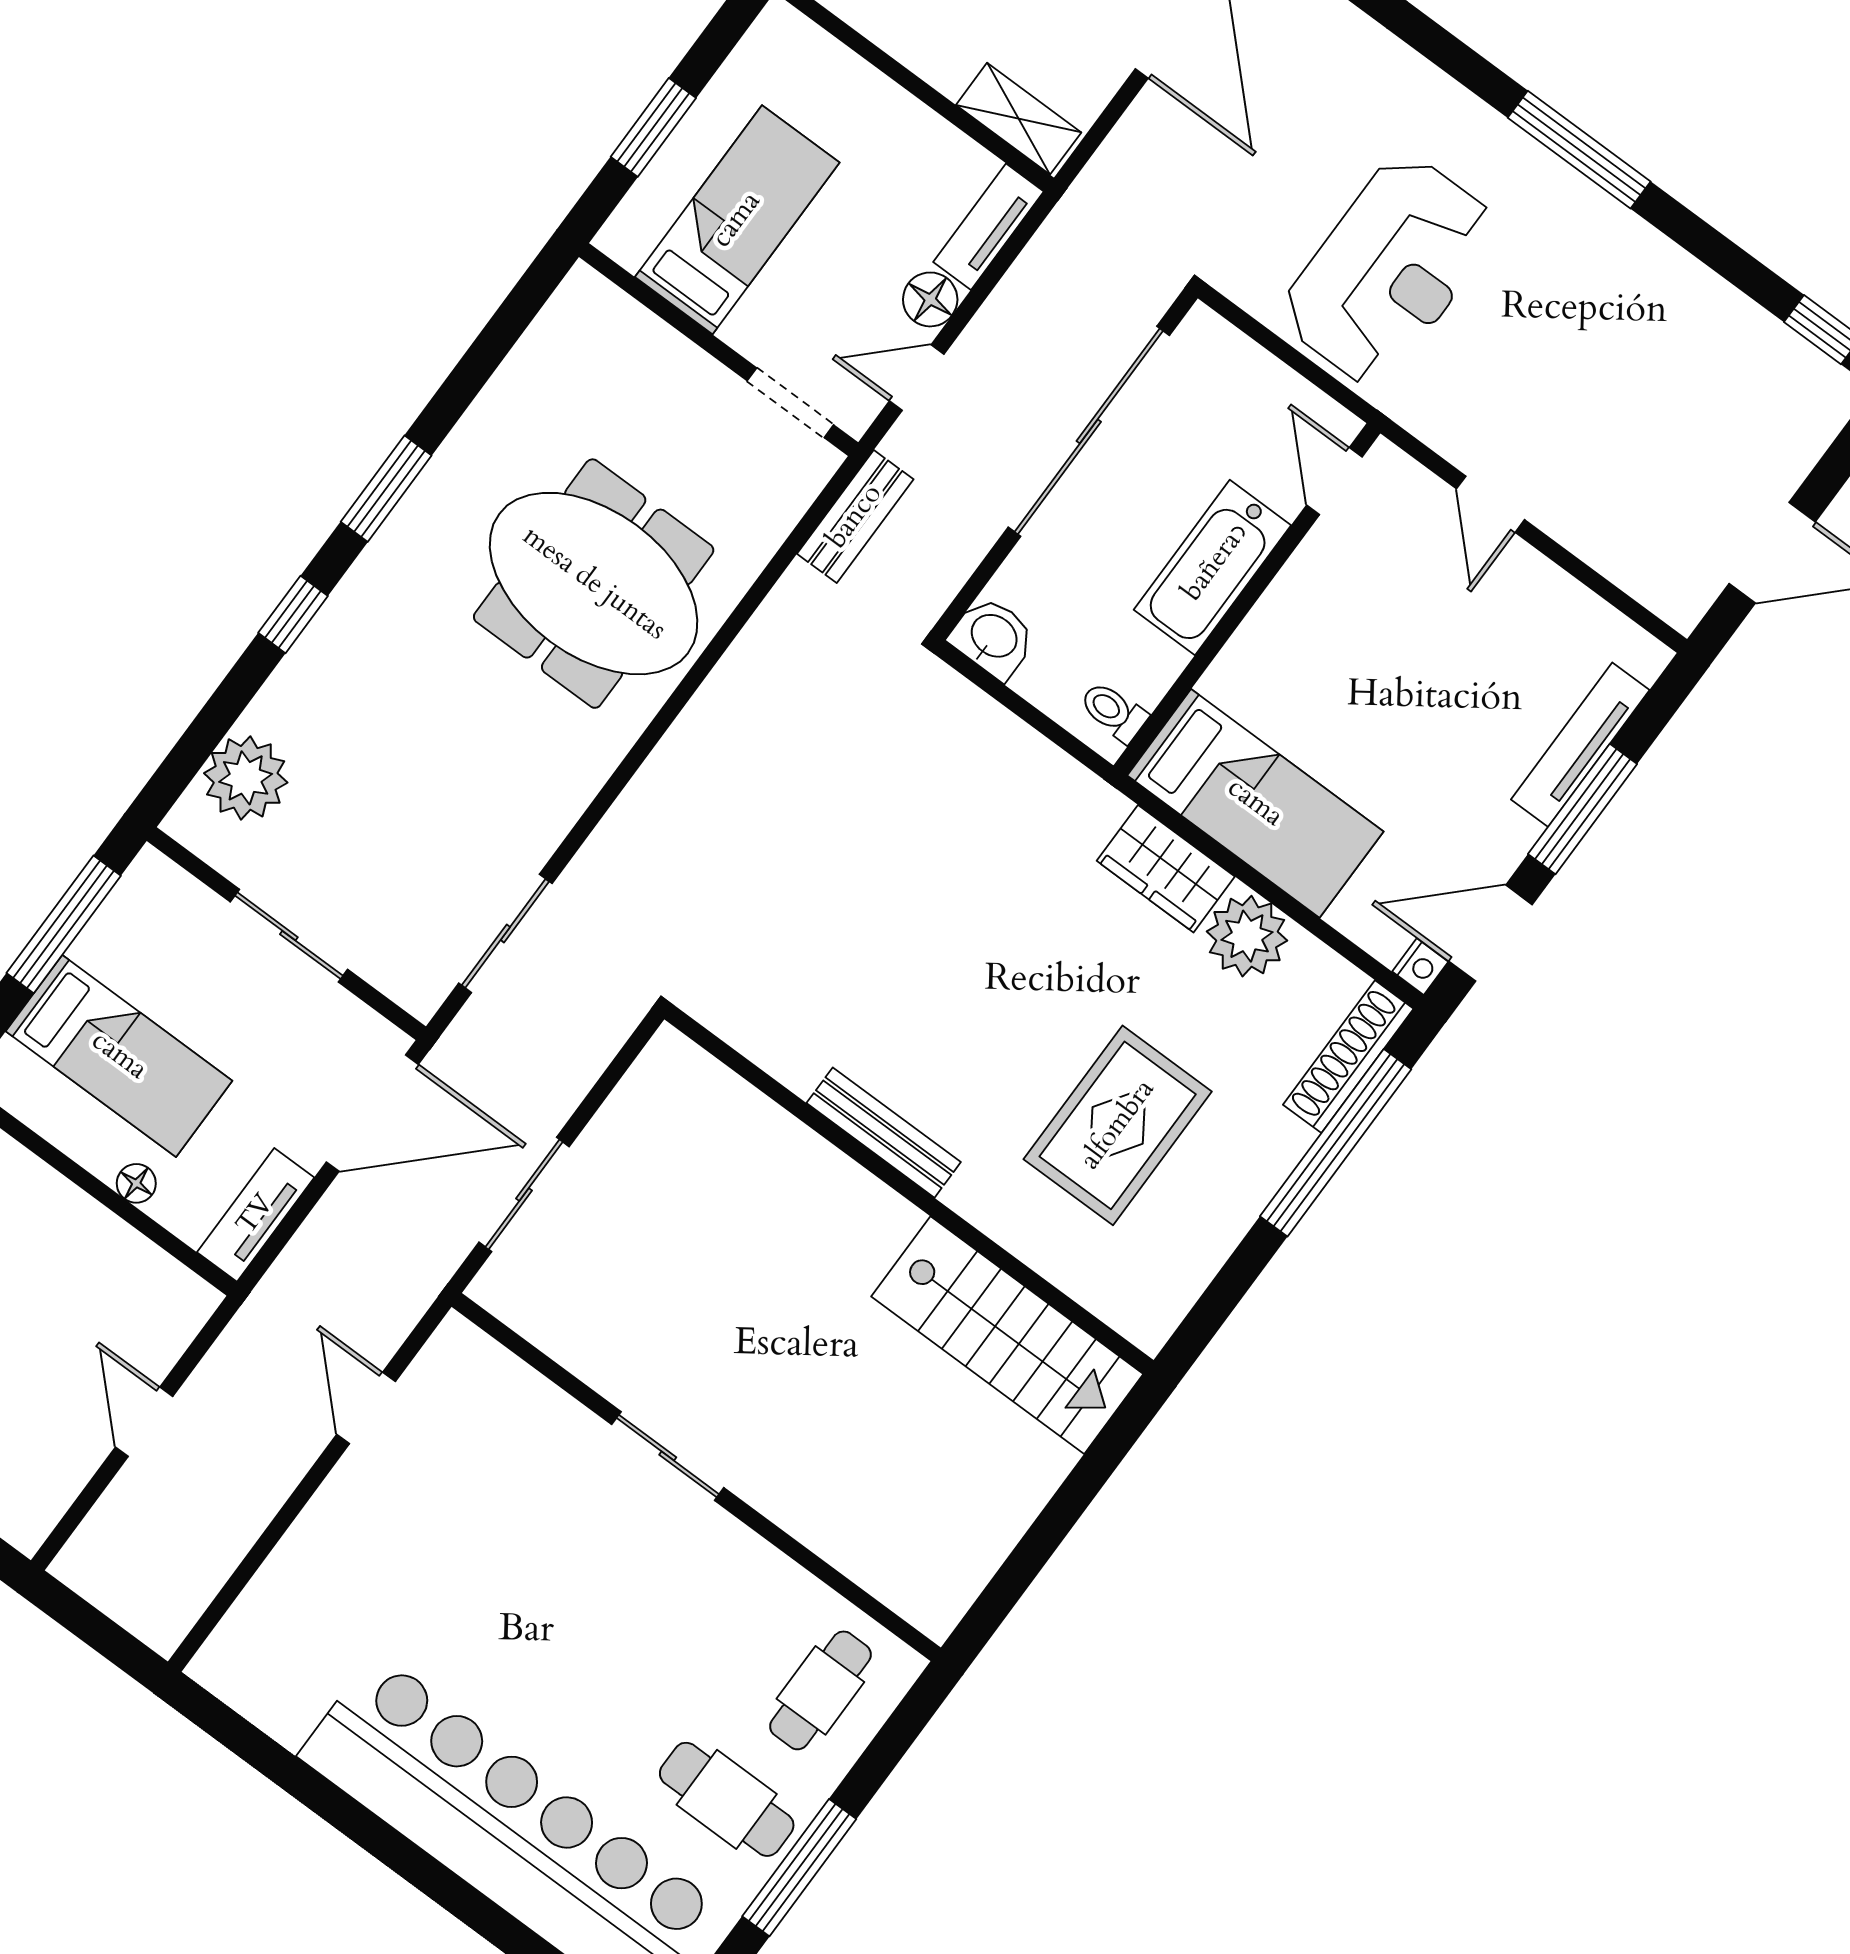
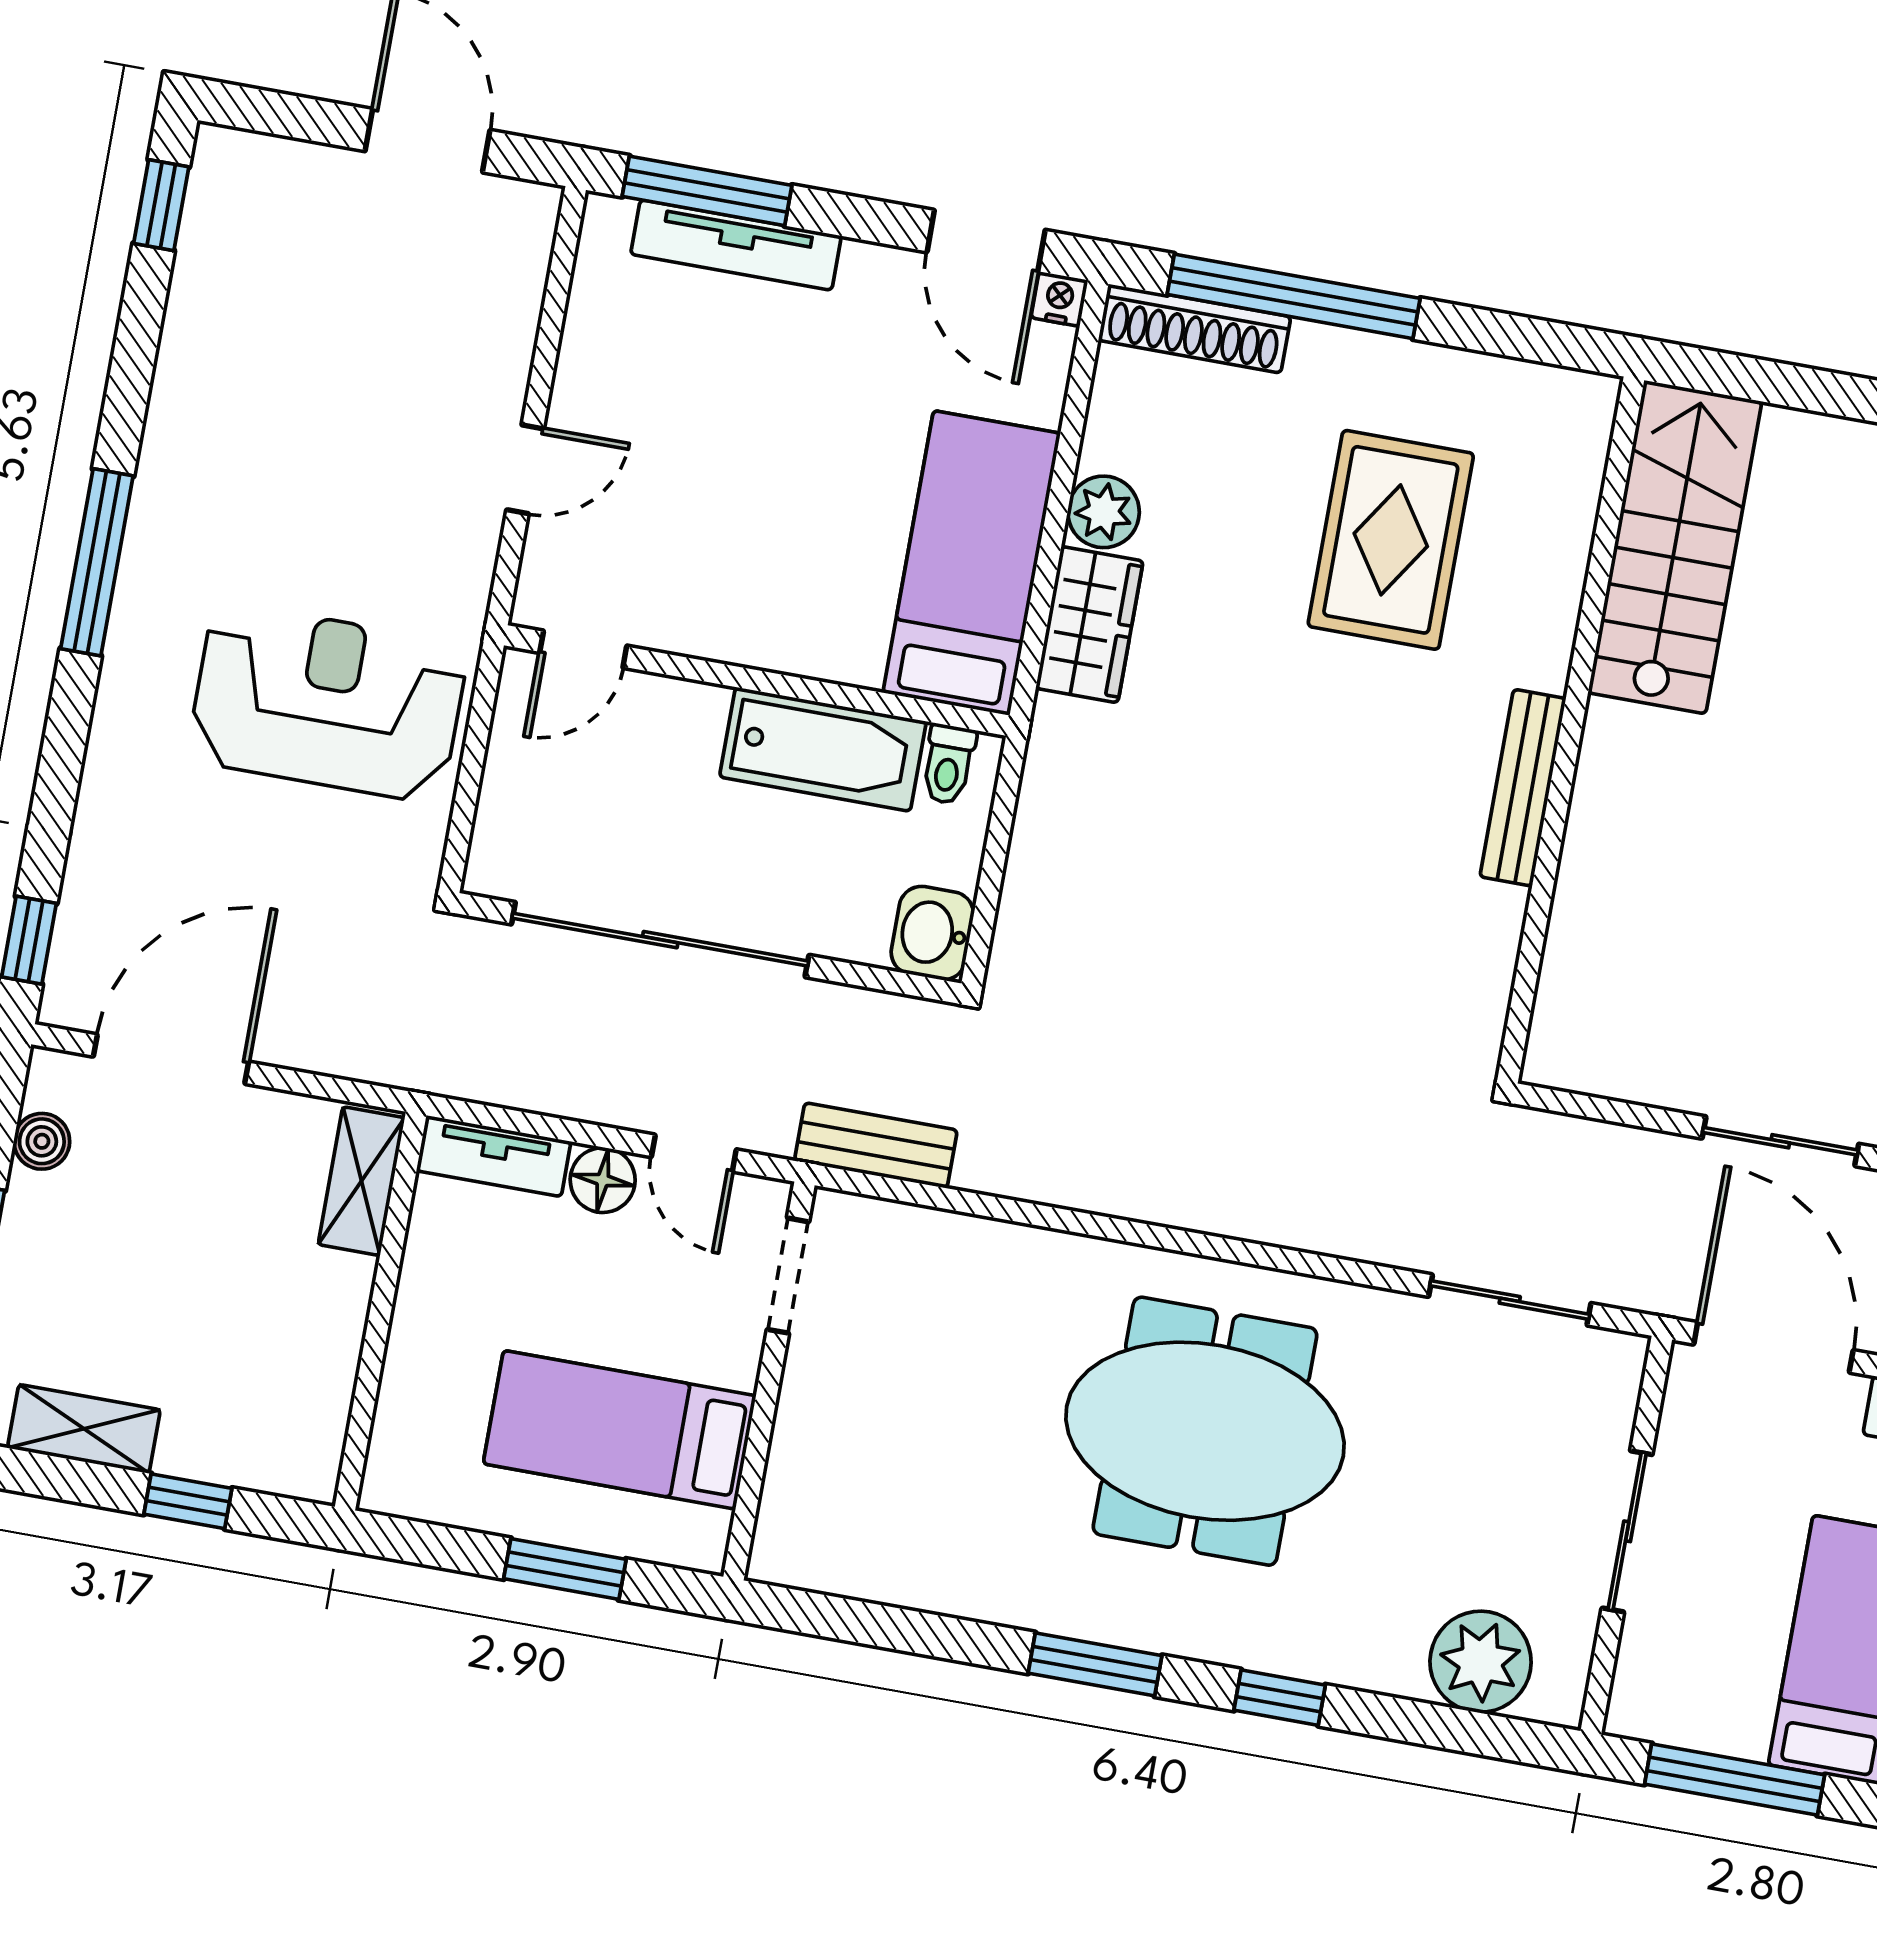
bathtub: (1212, 567) -> (823, 749), moved
meeting table: (594, 584) -> (1205, 1431), moved, turned 90
window: (1583, 809) -> (707, 191), moved
plant: (1247, 936) -> (1104, 512), width x0.73, depth x0.73
rug: (1118, 1125) -> (1391, 540), turned 90

